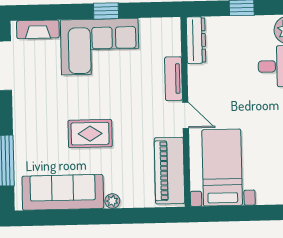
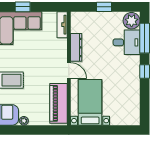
dresser: (196, 40) -> (76, 47), moved
tv unit: (173, 79) -> (62, 25), moved

